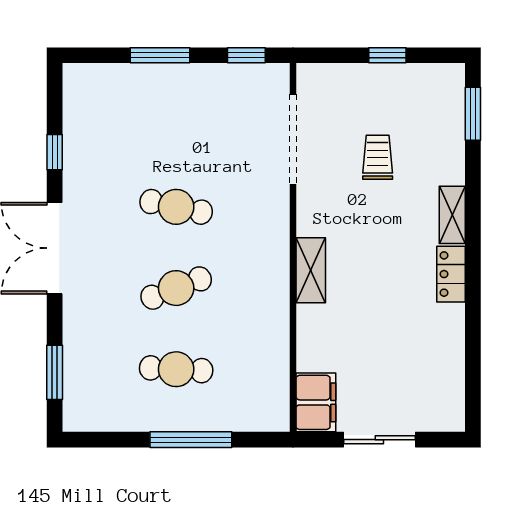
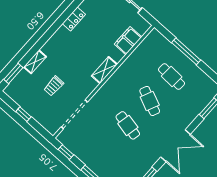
shelving: (452, 215) -> (35, 62), moved
locker: (451, 274) -> (74, 19), moved
cafe table: (176, 288) -> (150, 101), turned 45
filing cabinet: (316, 402) -> (128, 41), moved

